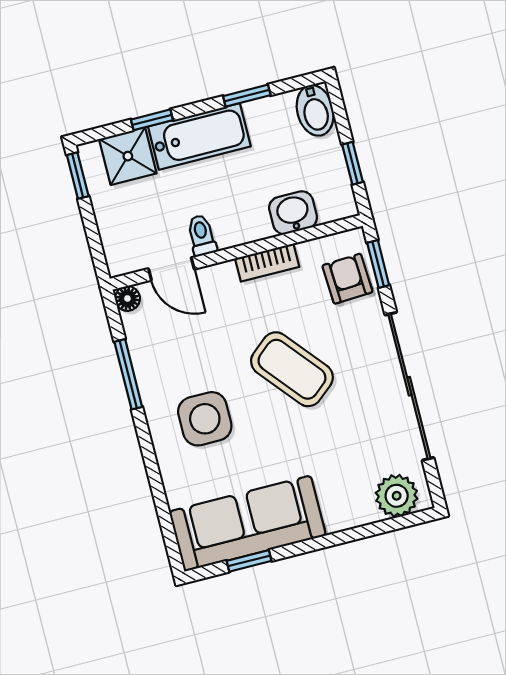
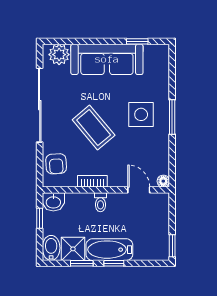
window: (152, 120) -> (114, 263), moved
shower: (128, 156) -> (73, 249), moved
washbasin: (293, 213) -> (53, 202), moved
toilet: (202, 235) -> (100, 202), moved
window: (378, 264) -> (40, 167), removed
window: (128, 374) -> (172, 117), moved
sofa: (248, 524) -> (107, 59), moved

